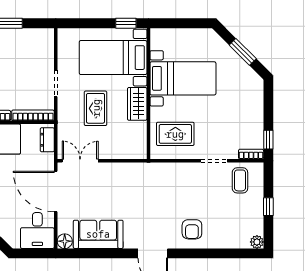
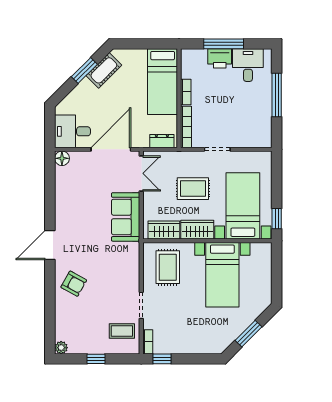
wardrobe: (138, 138) -> (164, 230), added
armchair: (192, 229) -> (74, 284), turned -151
sofa: (98, 234) -> (126, 217), moved, turned 180

